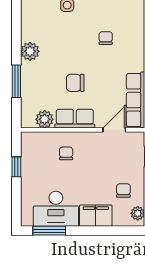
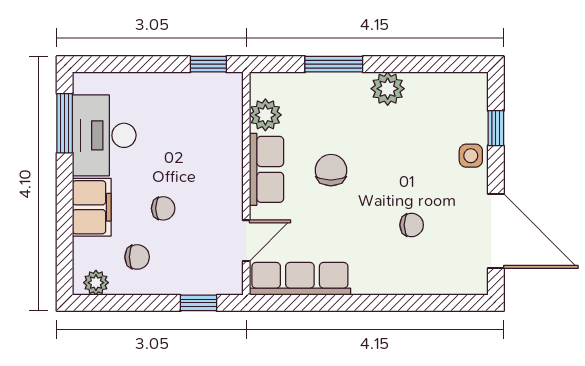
door: (114, 130) -> (246, 241), hinge flipped
chair: (66, 153) -> (163, 208), moved
window: (16, 167) -> (208, 64), moved

